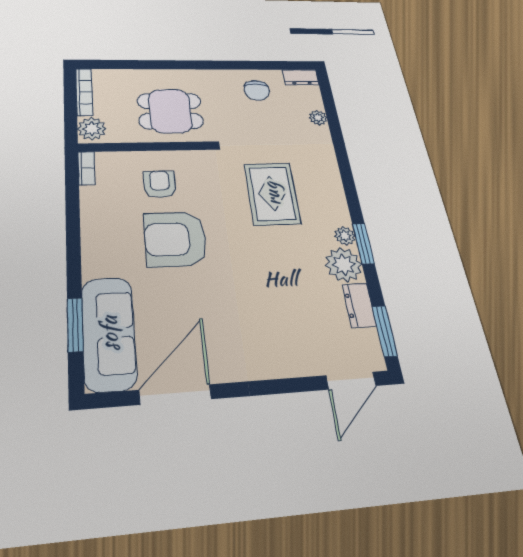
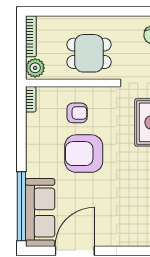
armchair: (160, 184) -> (77, 113), turned 90
window: (75, 325) -> (21, 206), width x2.11

